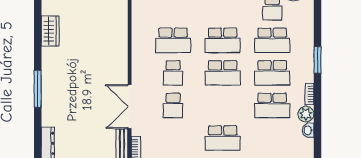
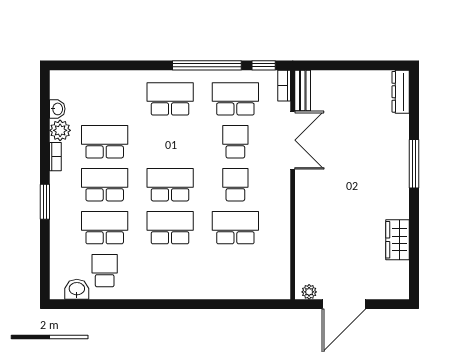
school desk: (173, 138) -> (235, 99), added

